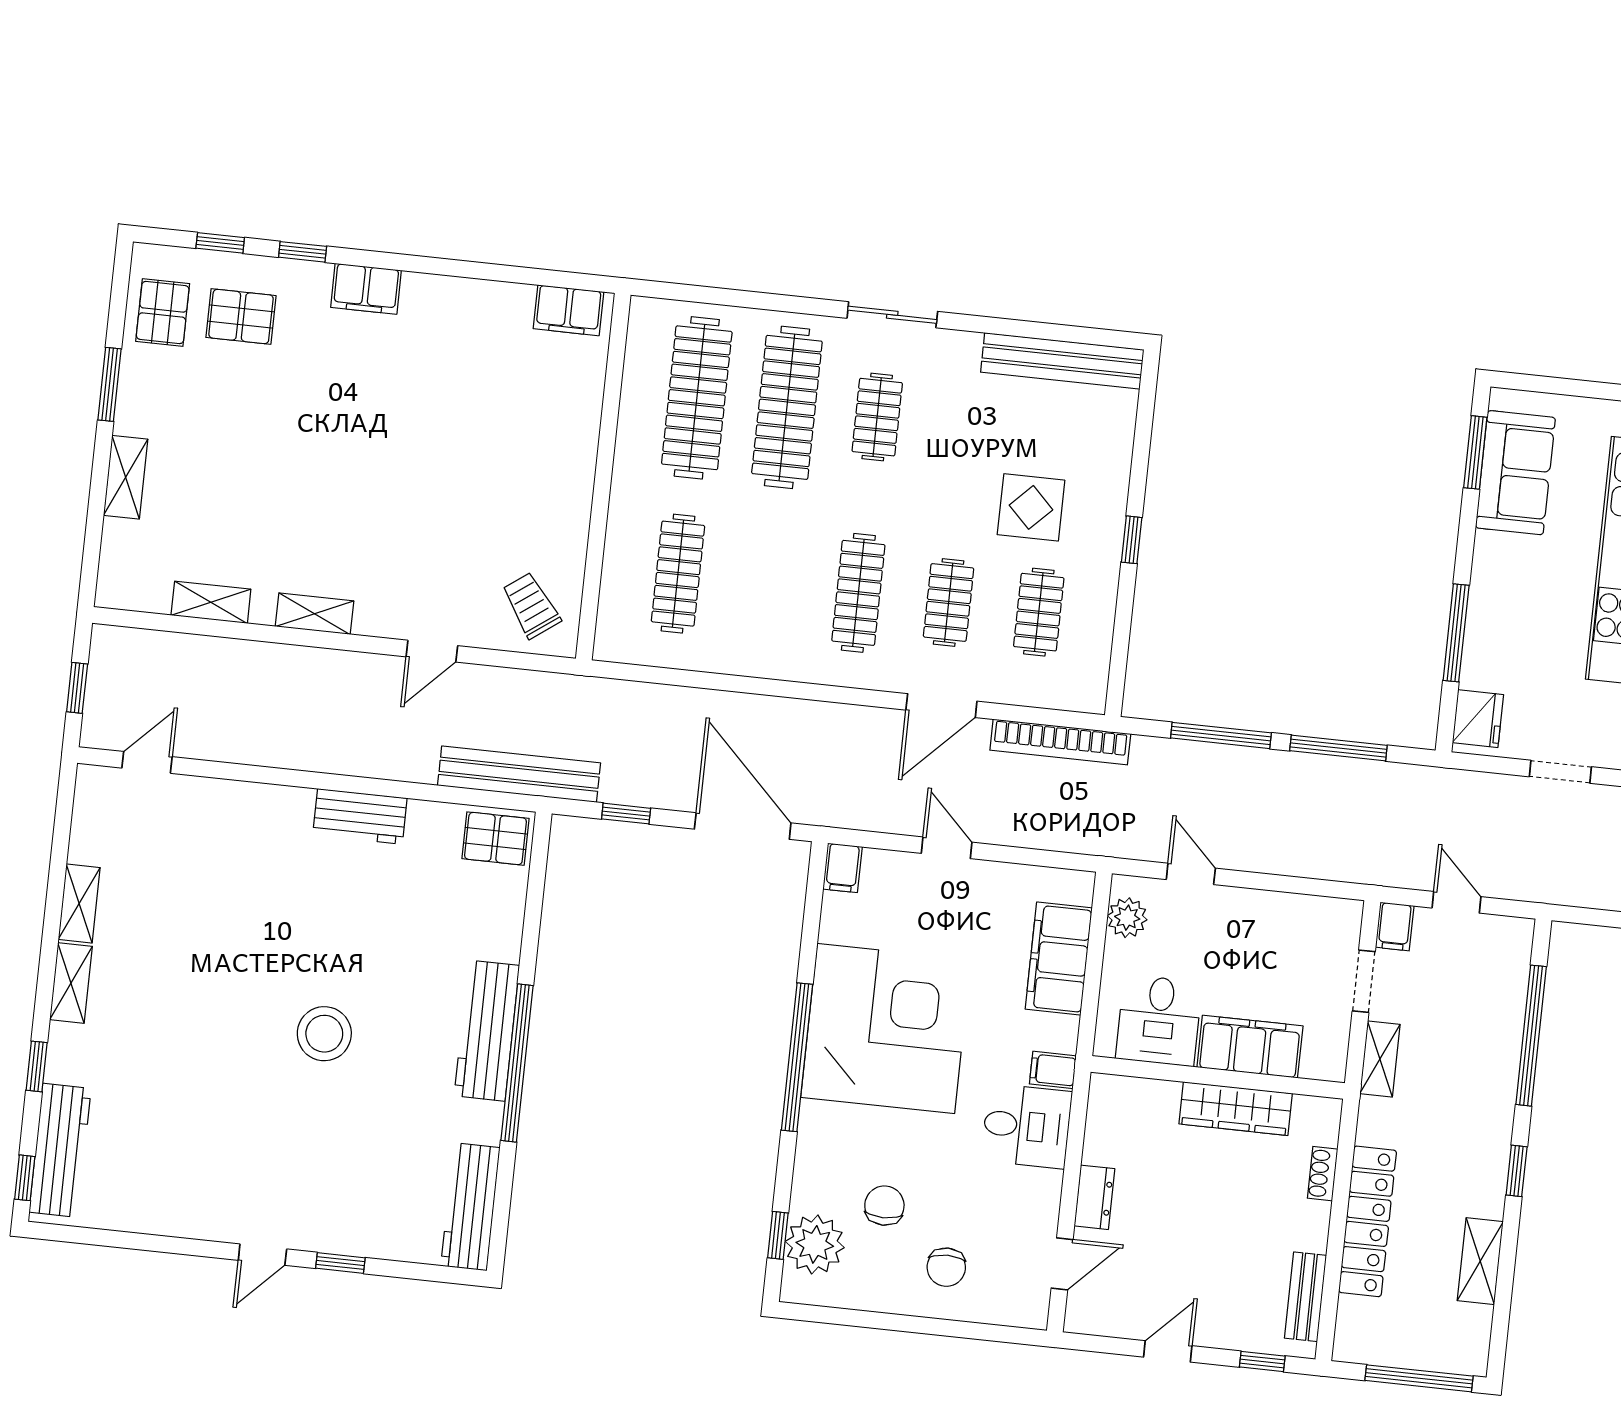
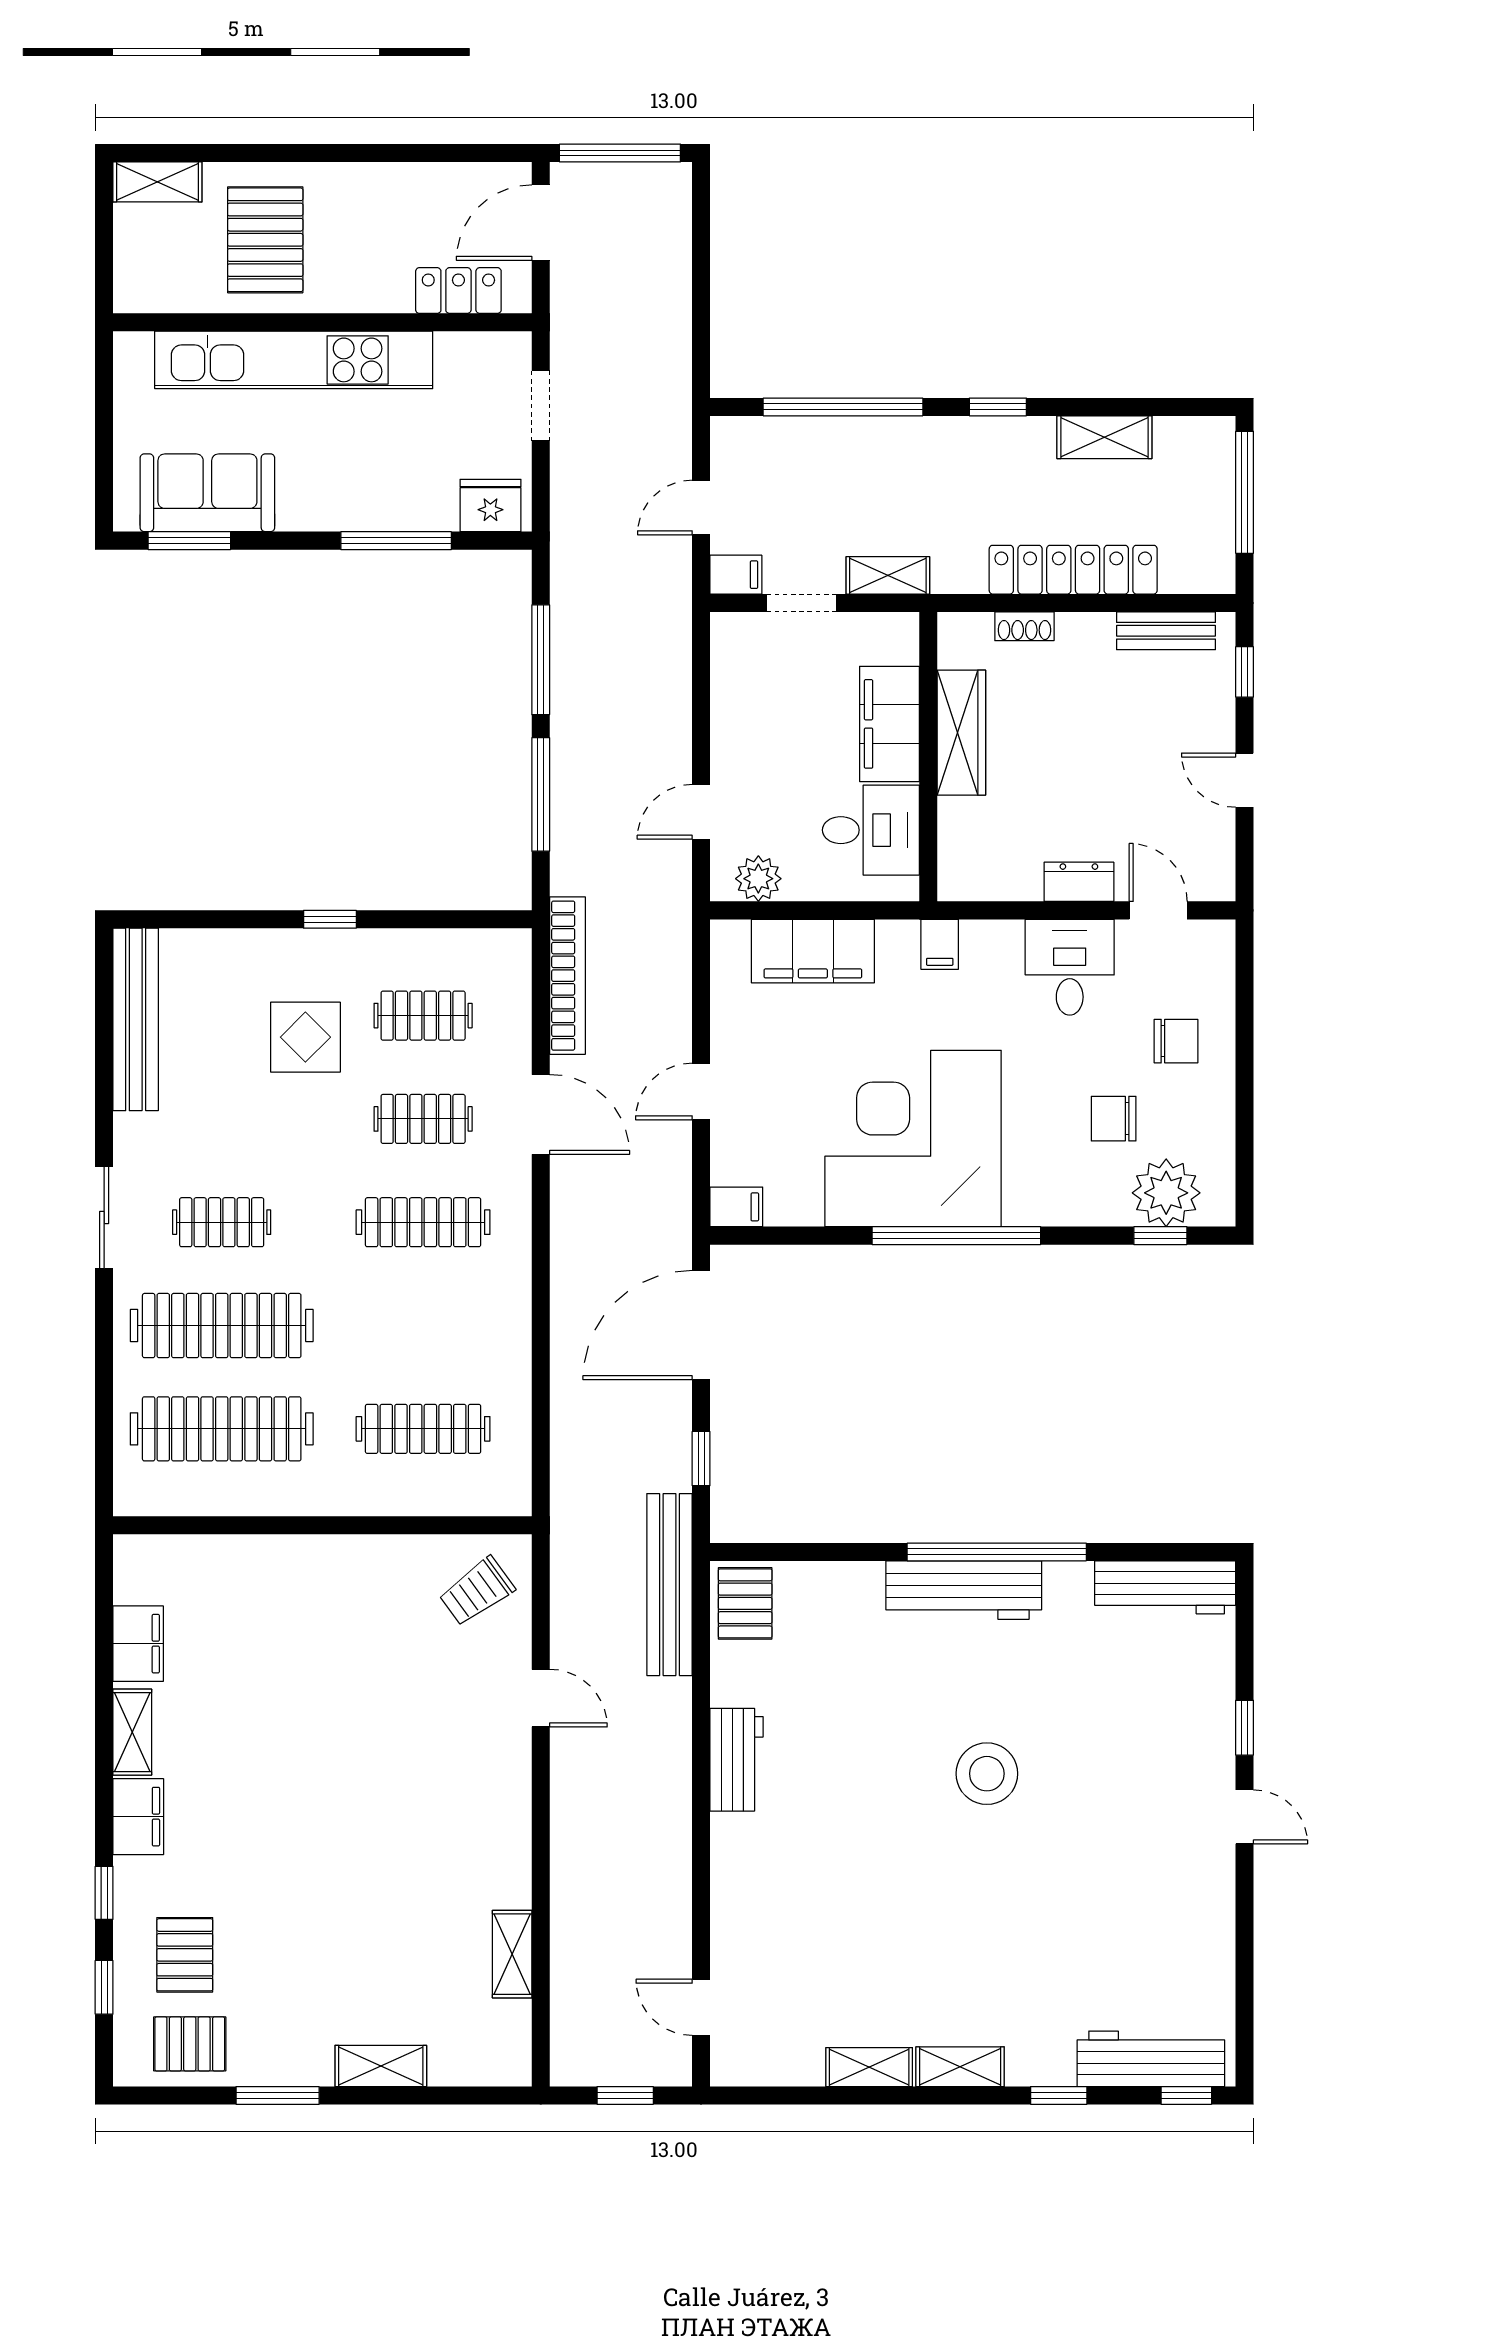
filing cabinet: (568, 310) -> (138, 1644), moved
shelving: (314, 614) -> (132, 1732), moved
desk: (1027, 1126) -> (1070, 967), moved

